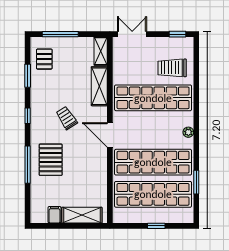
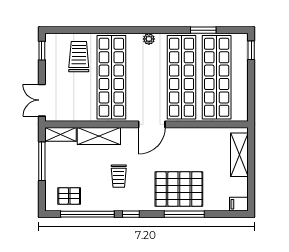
window: (60, 34) -> (42, 161), moved
trolley: (172, 68) -> (79, 57), turned 180
window: (28, 76) -> (87, 214), width x2.11
trolley: (67, 118) -> (119, 176), moved, turned -57
pallet: (51, 160) -> (179, 189), width x1.37, depth x1.41
filing cabinet: (54, 215) -> (239, 204), moved
window: (156, 226) -> (251, 50), moved

